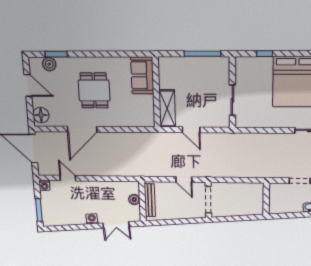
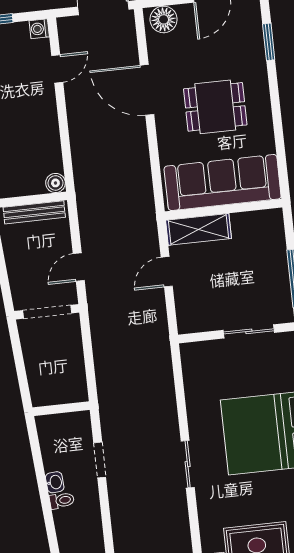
plant: (49, 64) -> (251, 31), removed
sofa: (142, 75) -> (223, 183), width x1.85, depth x1.27
sliding door: (232, 100) -> (249, 331), moved
boiler: (134, 200) -> (55, 183), moved

